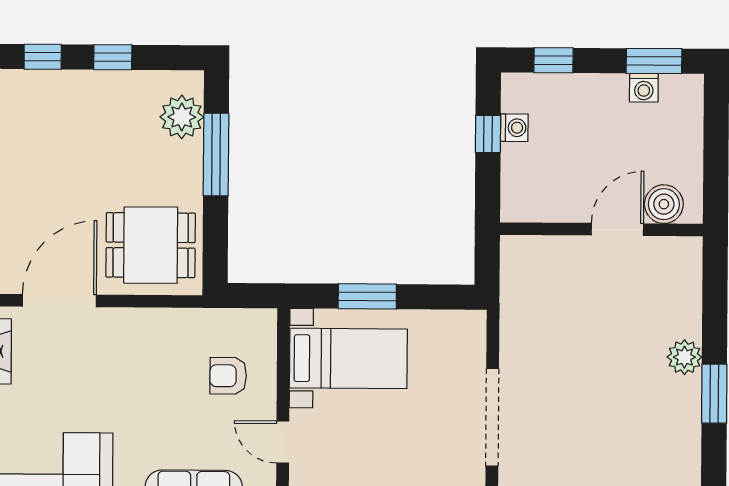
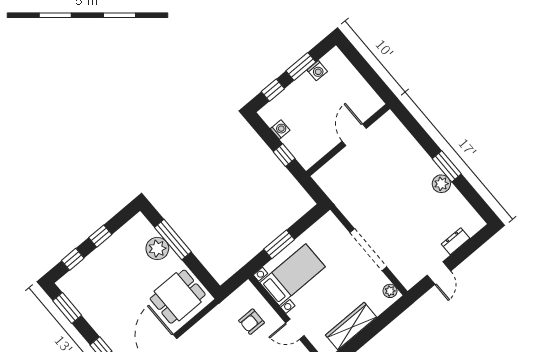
window: (654, 61) -> (301, 66), moved
plant: (182, 117) -> (157, 248), moved
window: (488, 134) -> (284, 155), moved
boiler: (664, 204) -> (364, 109), removed
plant: (684, 357) -> (441, 184), moved

